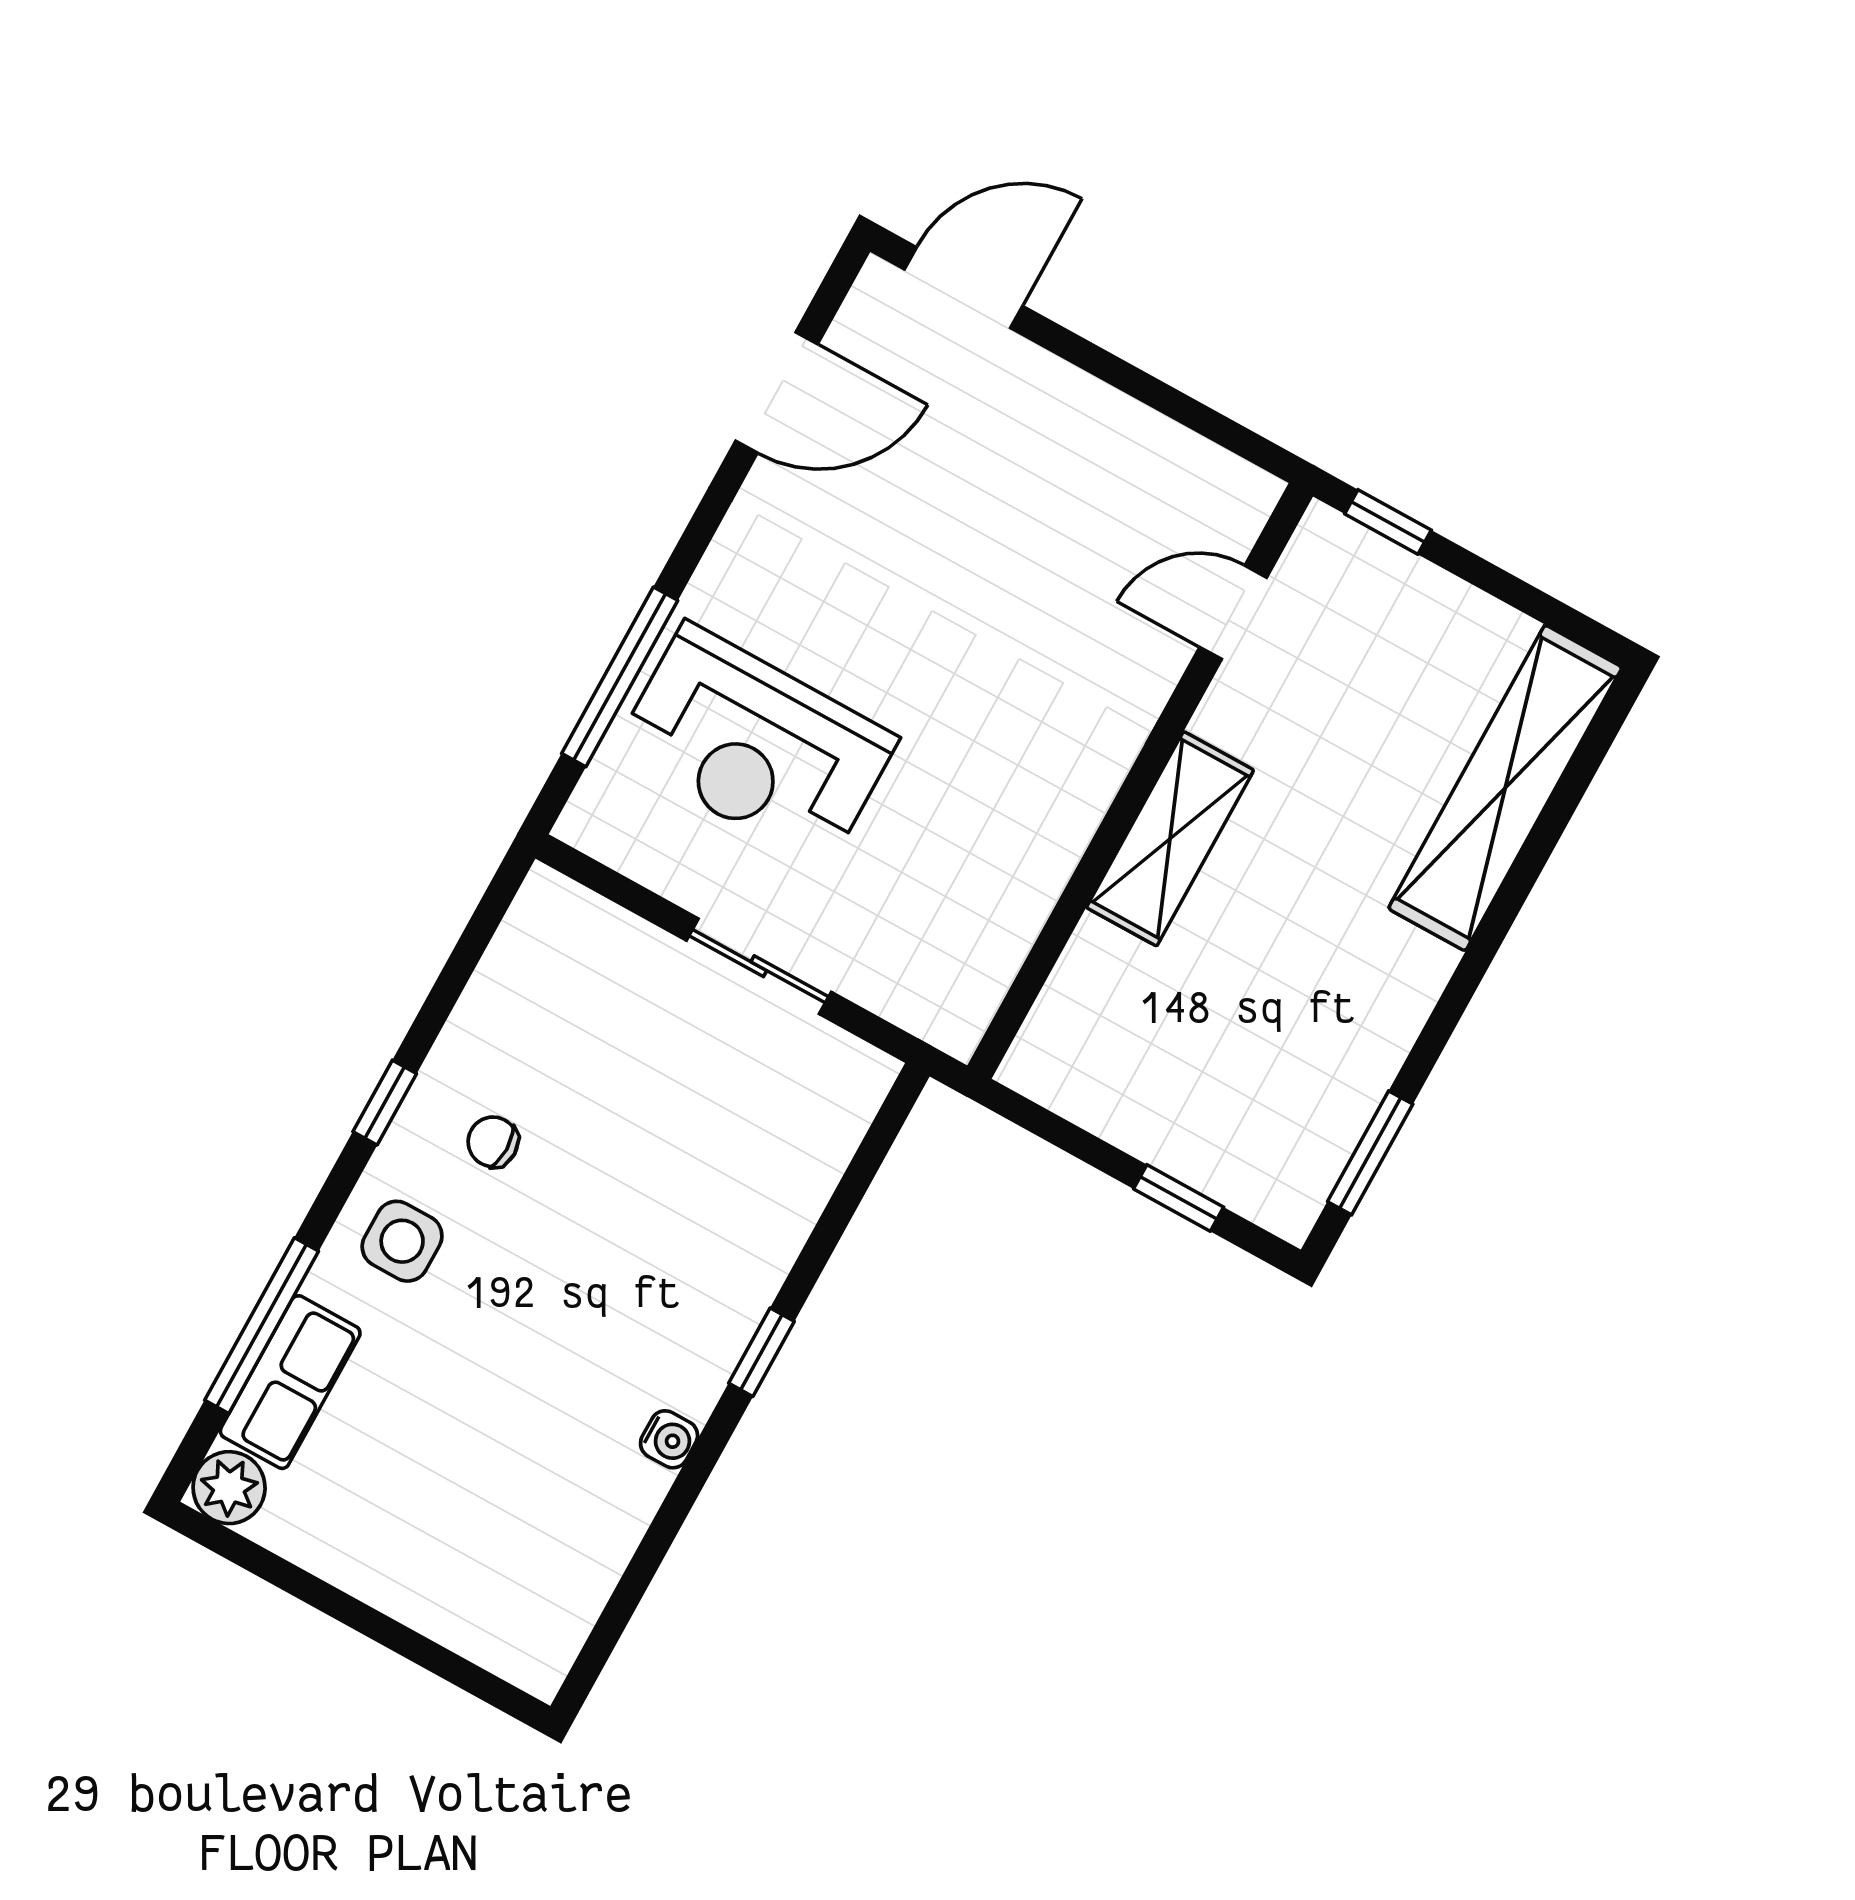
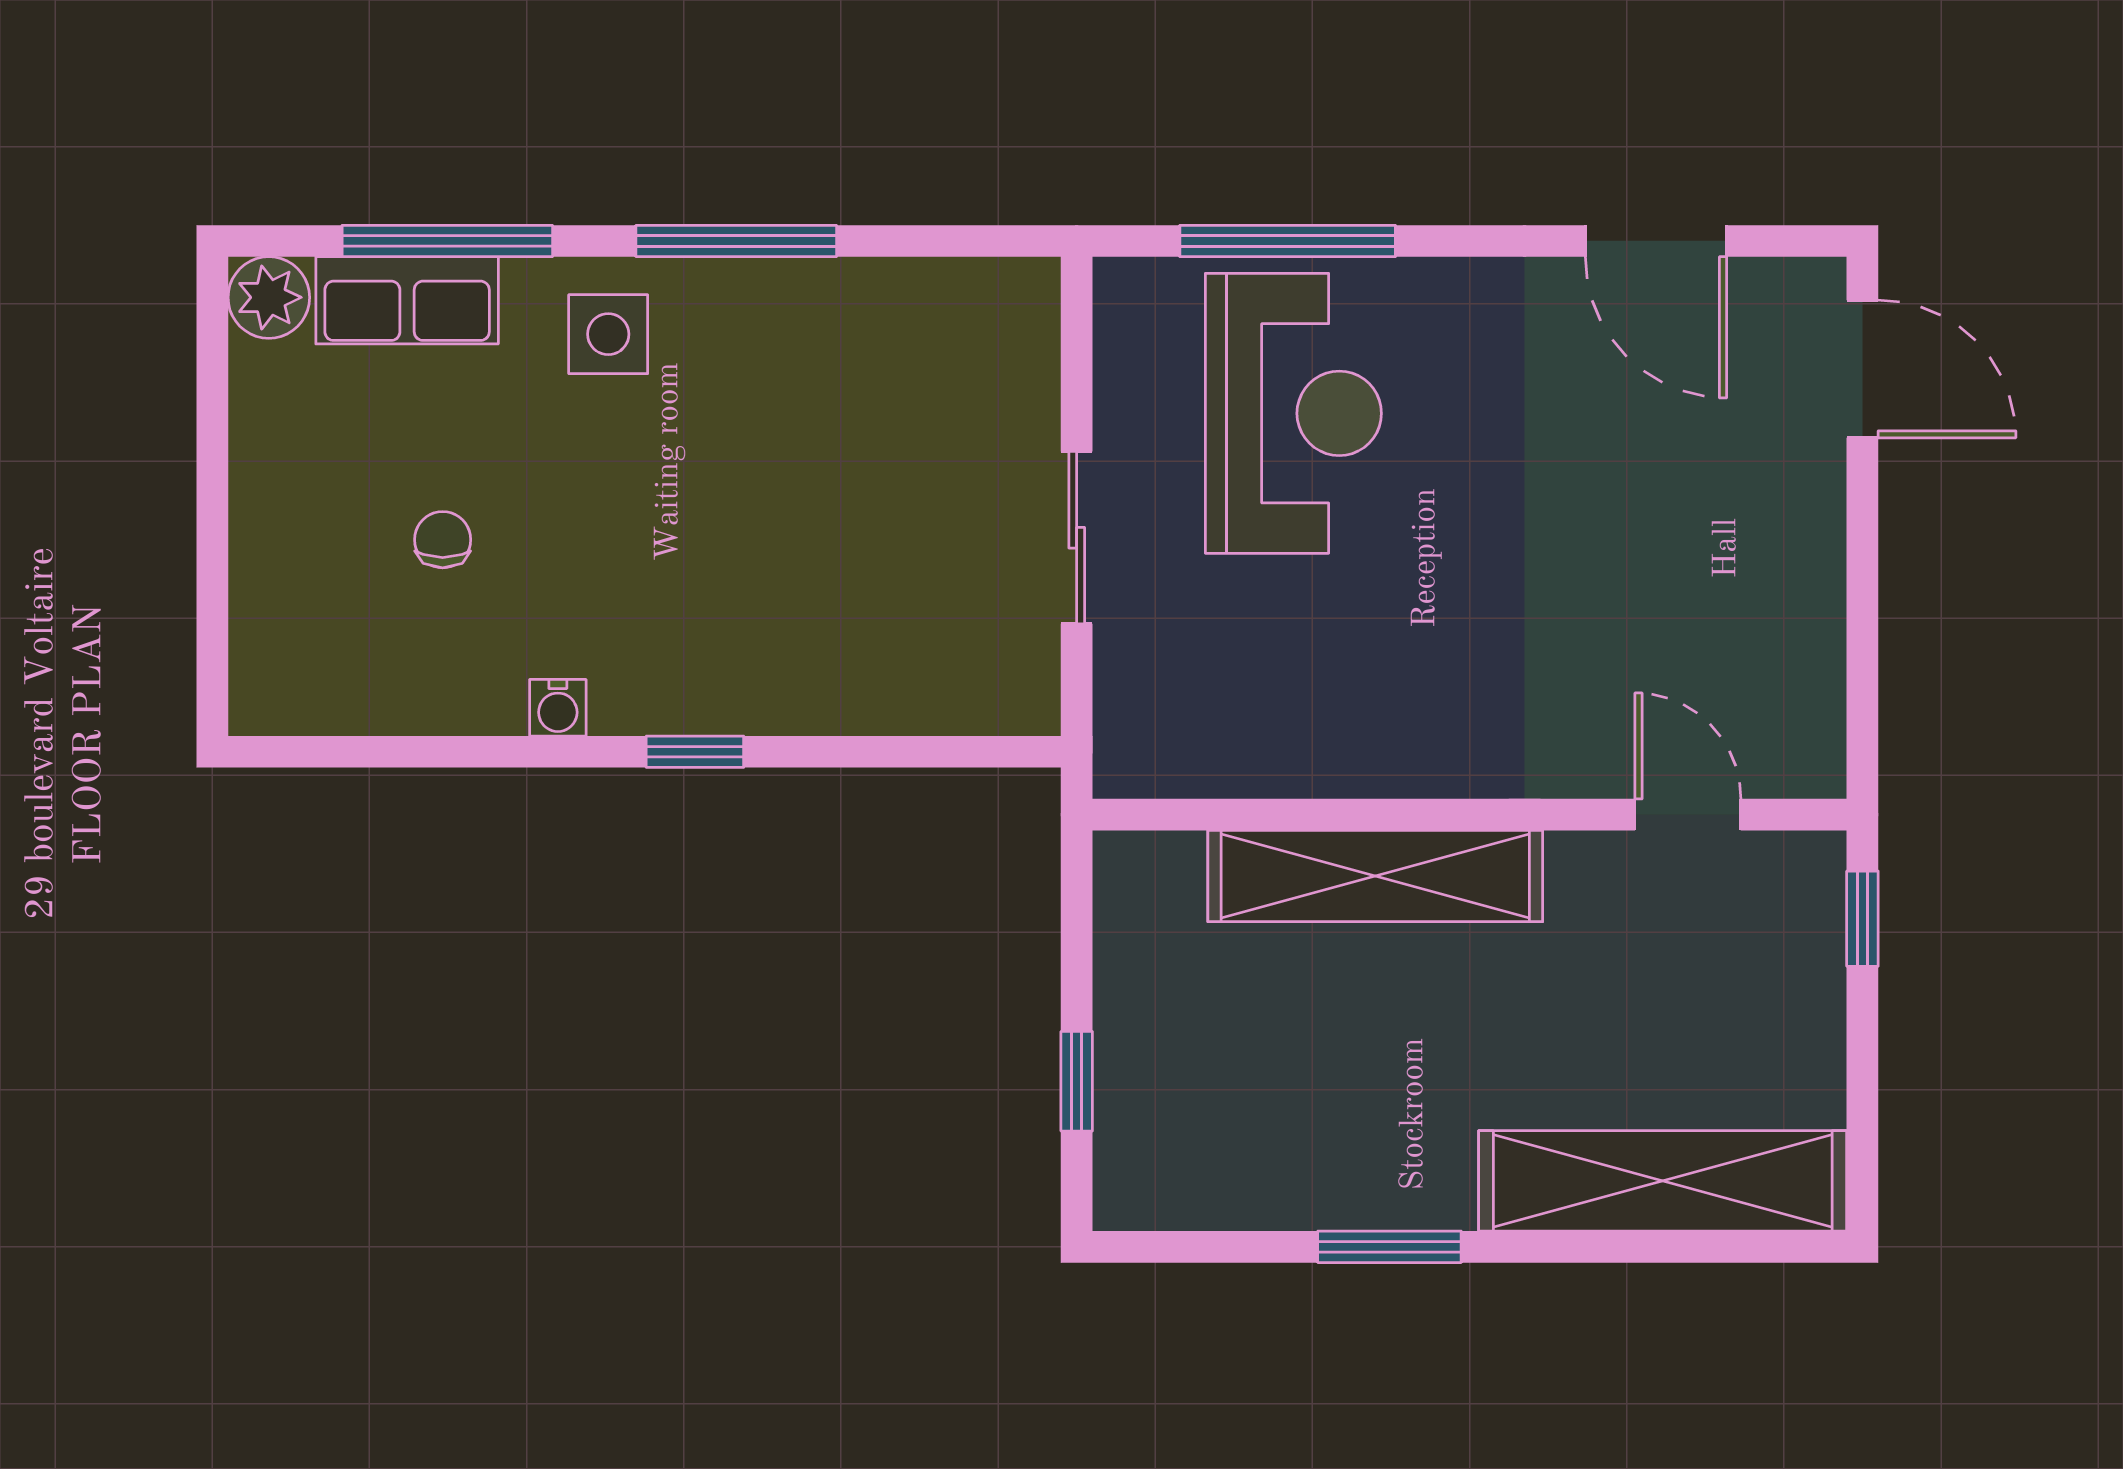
reception desk: (755, 746) -> (1293, 413), turned 180
shelving: (1170, 839) -> (1375, 876), width x1.47
window: (385, 1103) -> (736, 241), width x2.17
chair: (493, 1142) -> (443, 540), moved
window: (1370, 1153) -> (1389, 1247), moved

